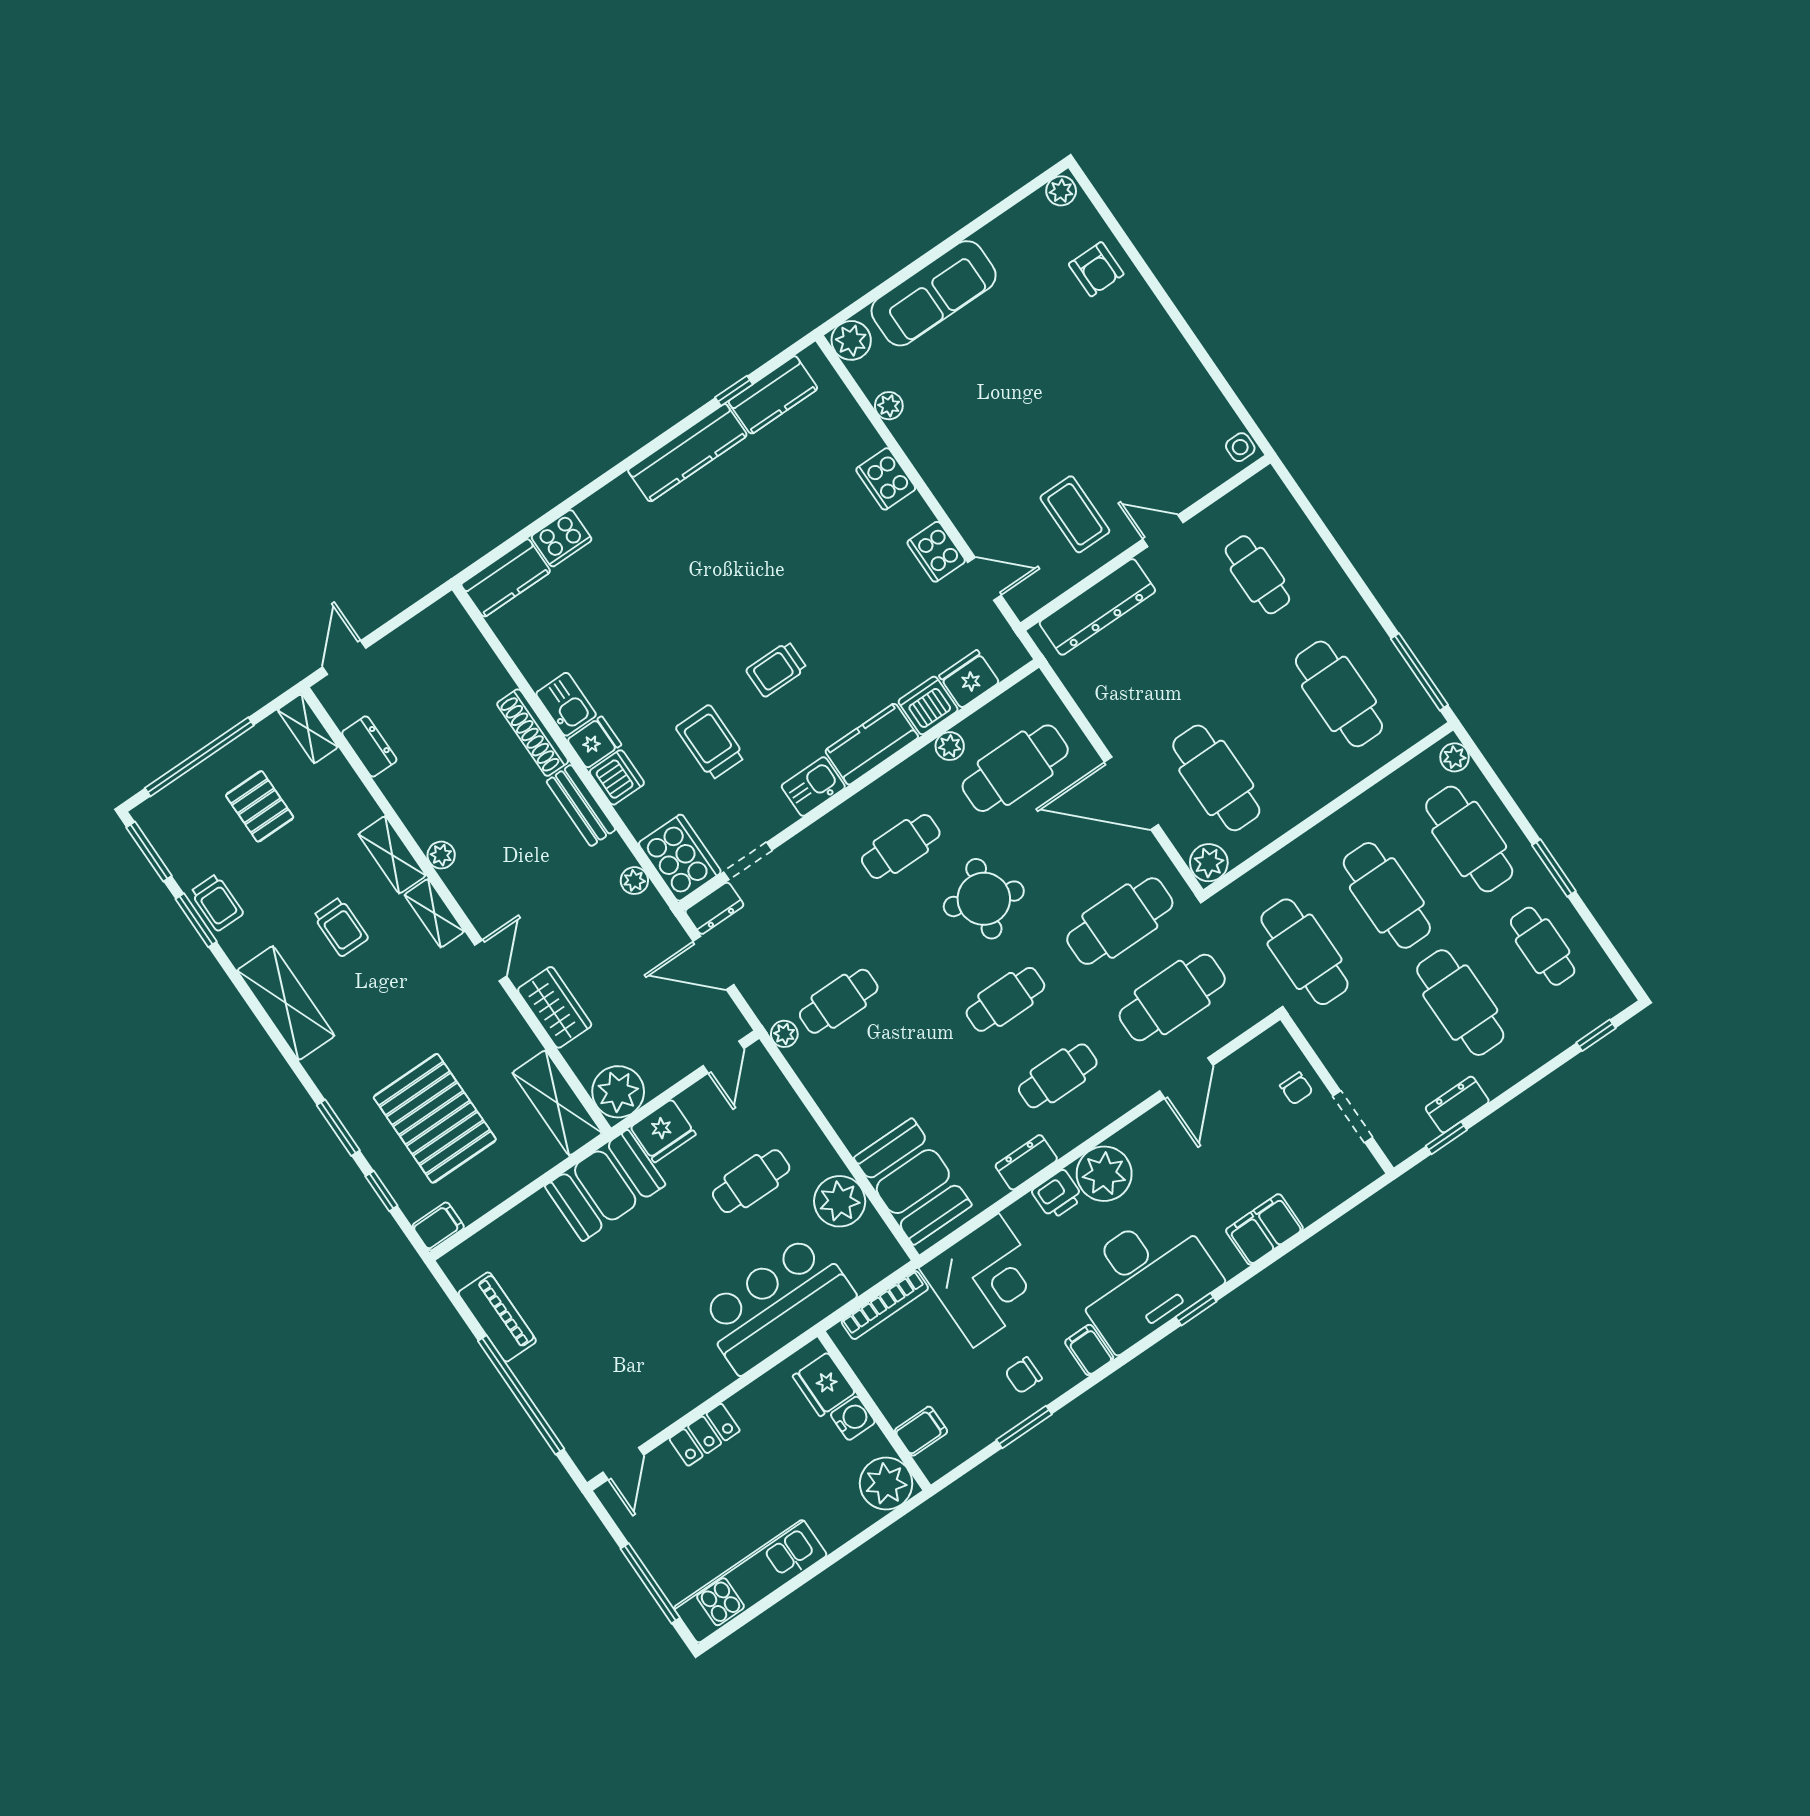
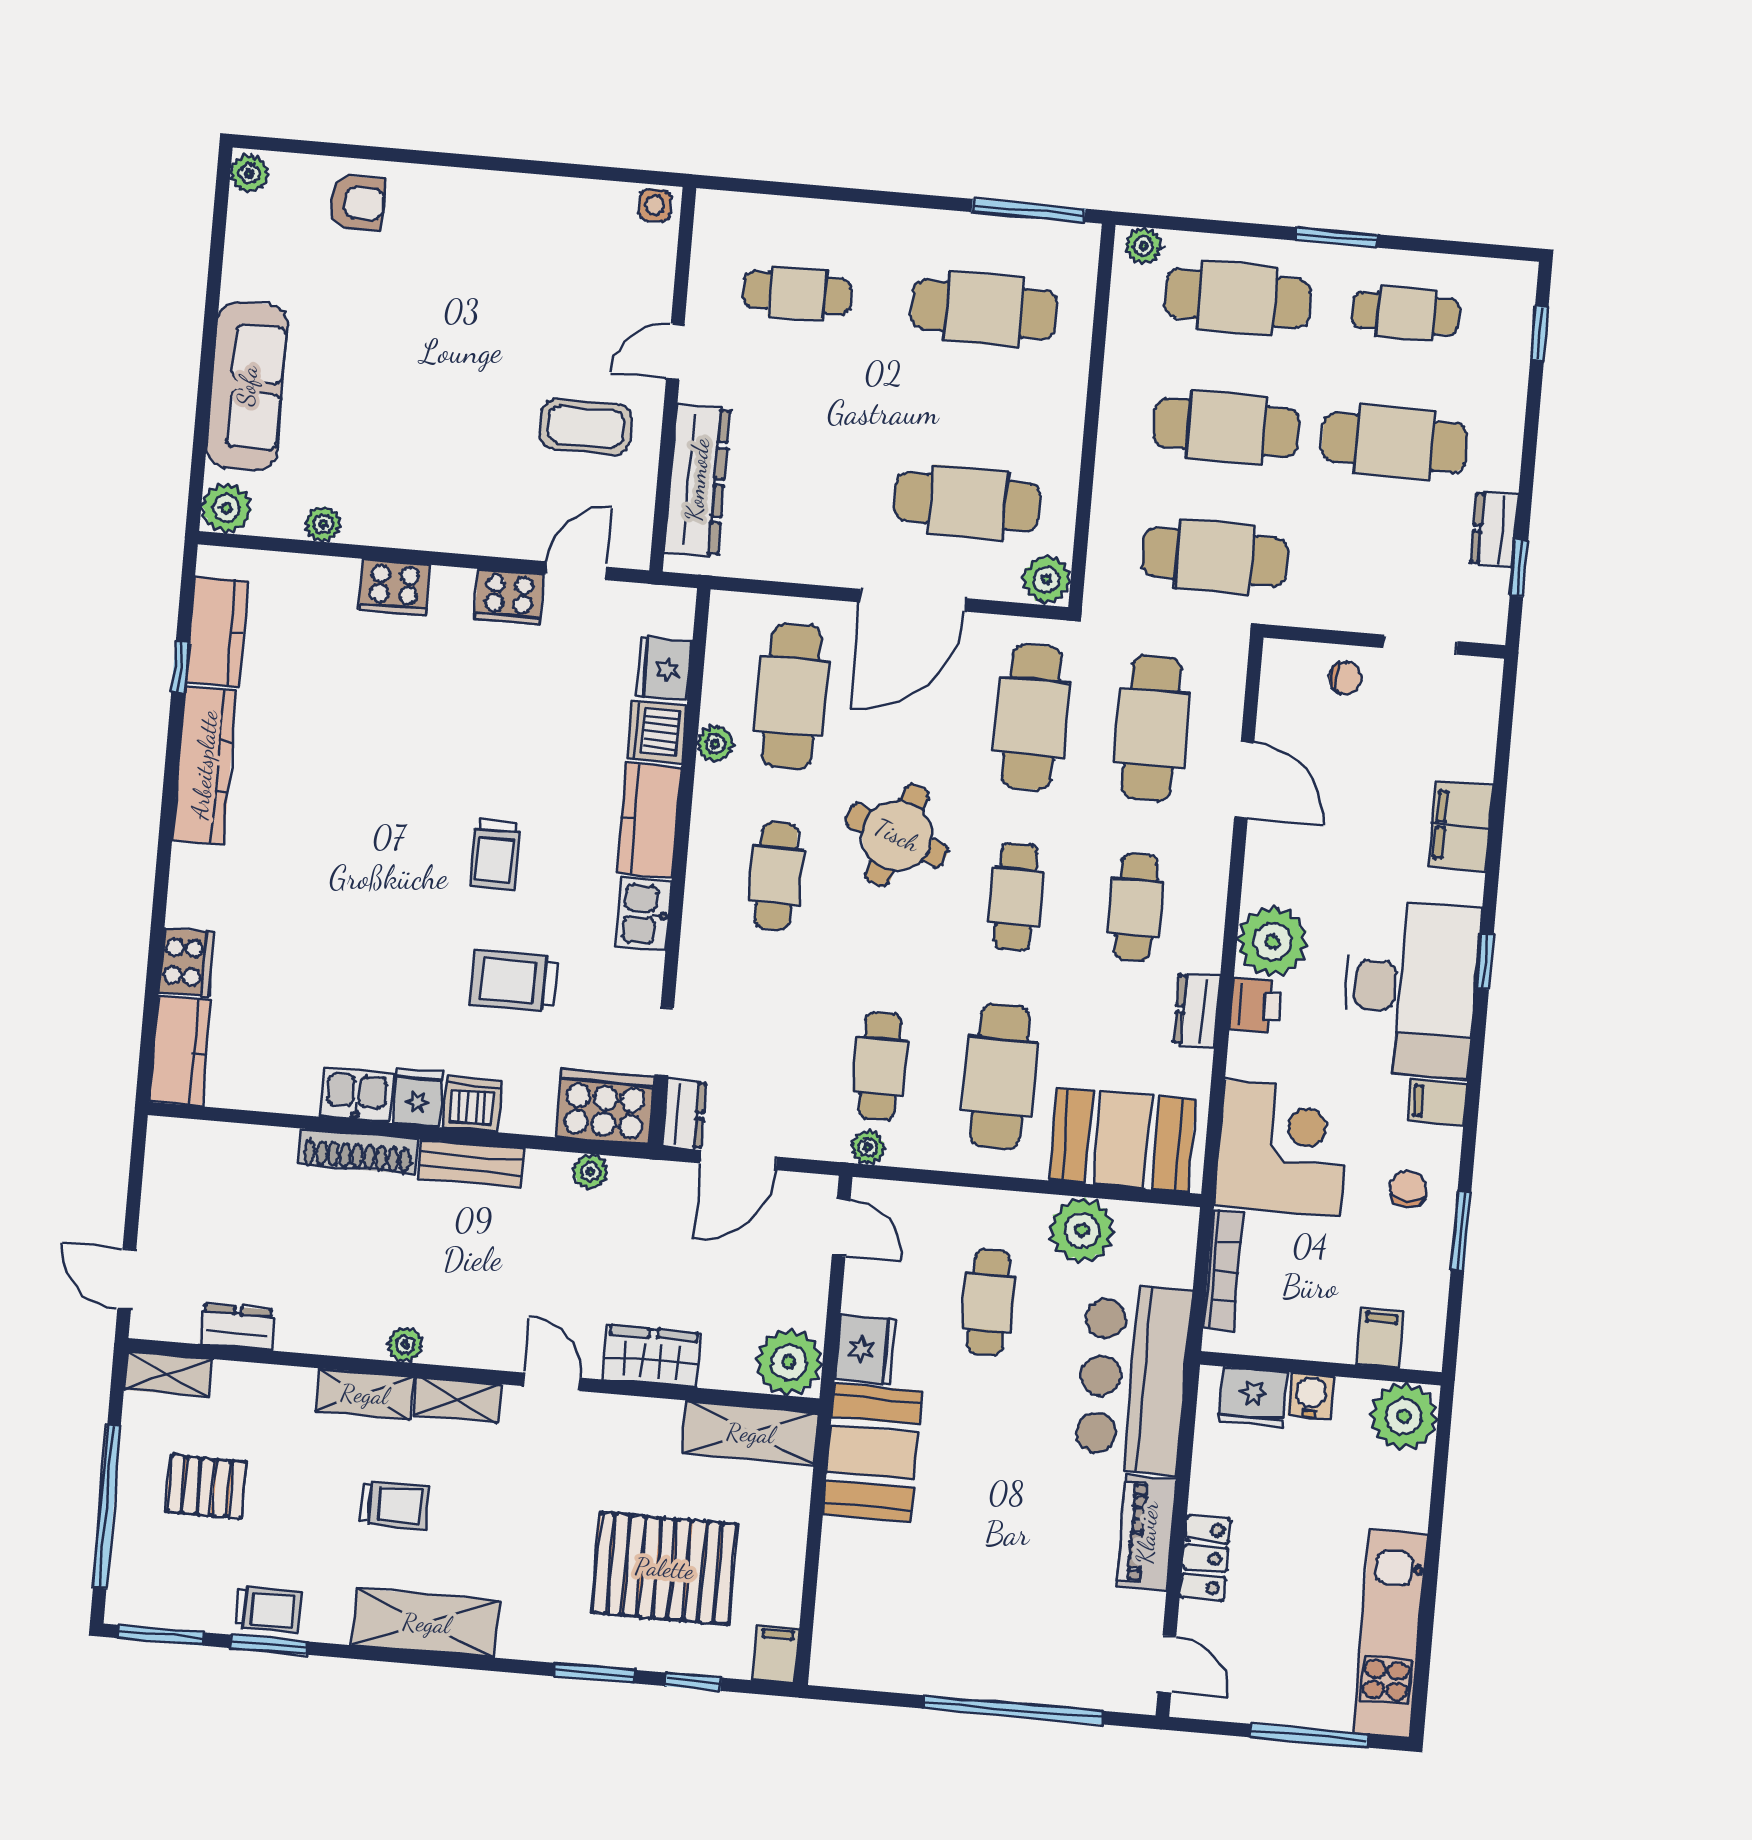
cafe table: (891, 1078) -> (1000, 1076), added
piano: (497, 1317) -> (1147, 1533), moved, turned -90
chair: (1023, 1375) -> (1408, 1189), turned 180

